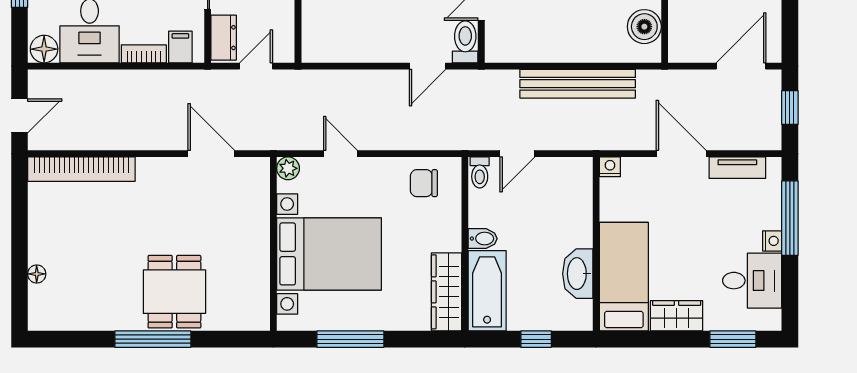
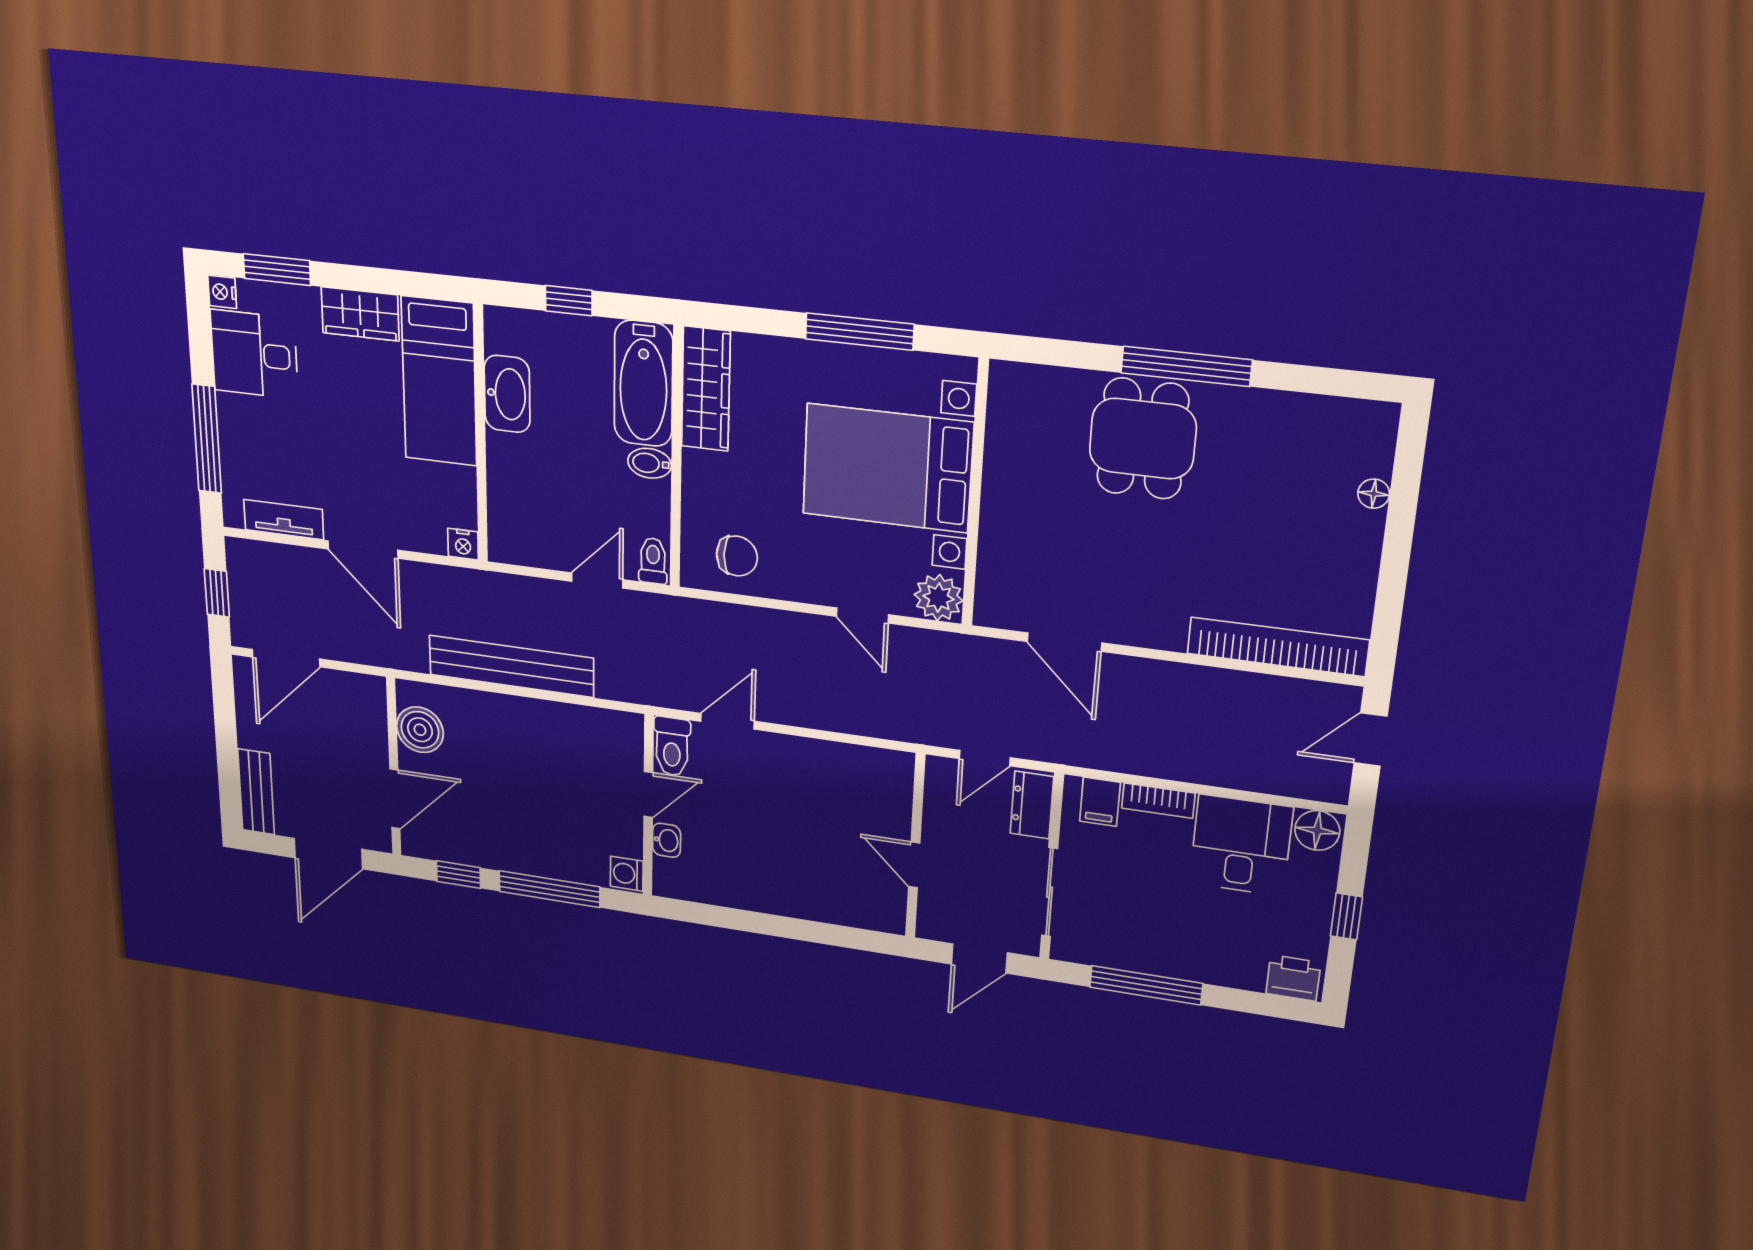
plant: (288, 168) -> (939, 598), width x1.38, depth x1.38
nightstand: (772, 241) -> (222, 292), moved

